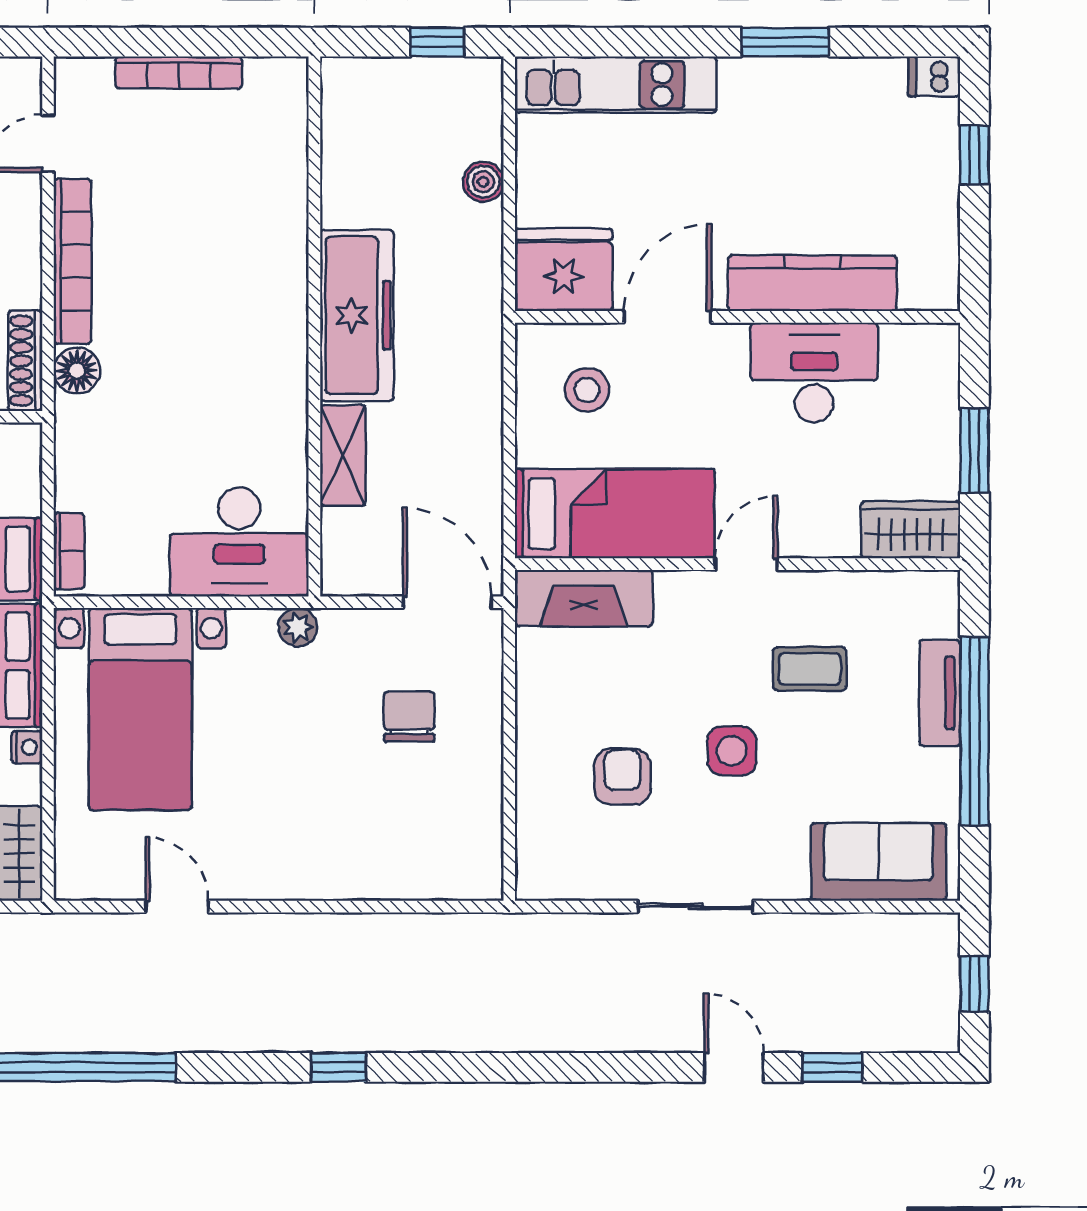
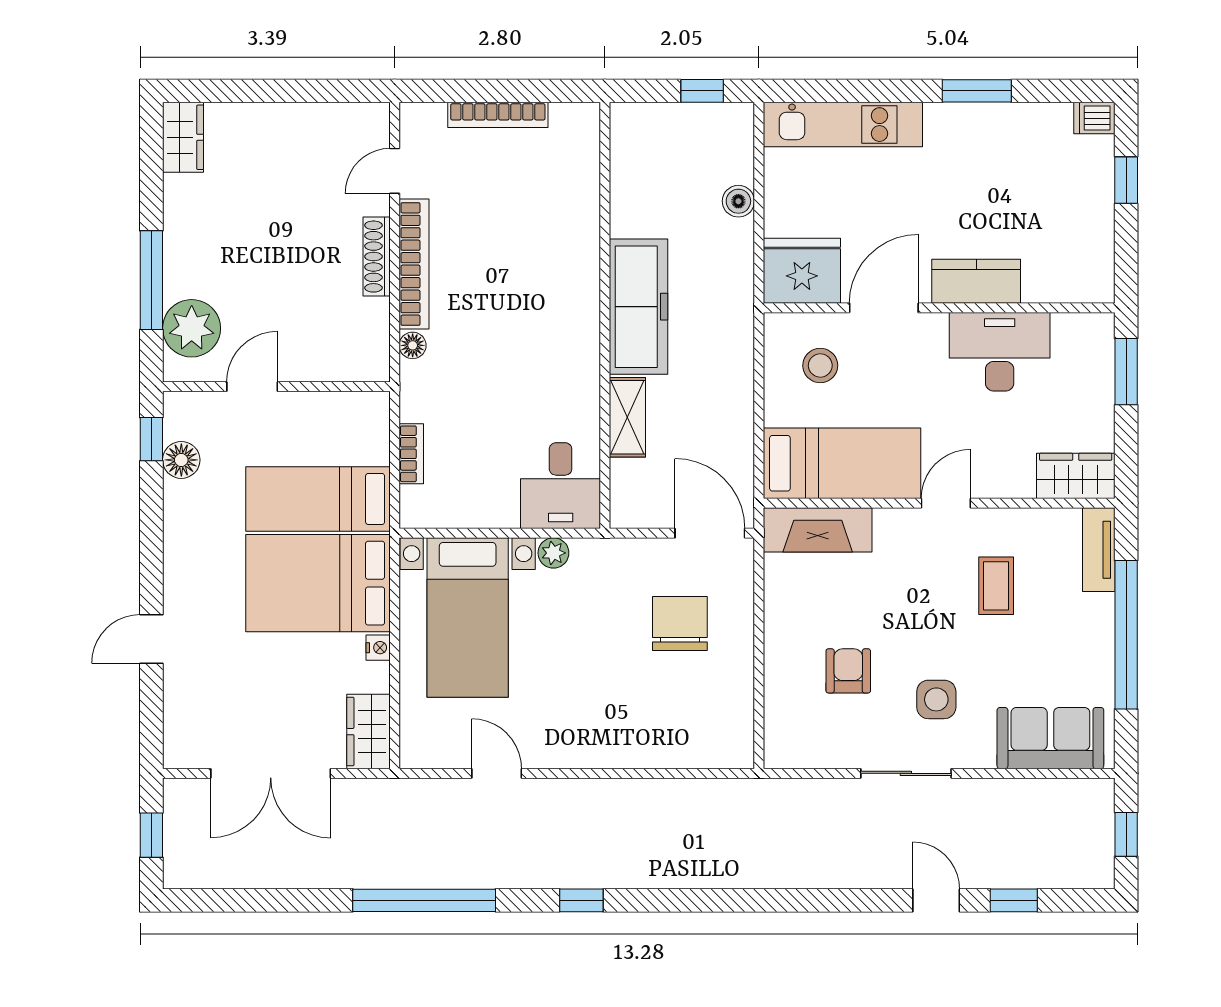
kitchen counter: (812, 283) -> (976, 281), width x0.67
shoe rack: (25, 361) -> (377, 257), moved
floor lamp: (77, 371) -> (413, 345), width x0.73, depth x0.73
window: (974, 451) -> (1126, 372), moved
desk: (239, 542) -> (561, 486), width x0.73
bookcase: (69, 551) -> (411, 454), moved
plant: (298, 627) -> (553, 553), moved
coffee table: (810, 669) -> (996, 586), turned 90
tv unit: (940, 693) -> (1099, 550), moved
chair: (409, 717) -> (680, 623), width x1.37, depth x1.37
side table: (732, 751) -> (936, 699), moved
window: (338, 1067) -> (581, 900), moved

